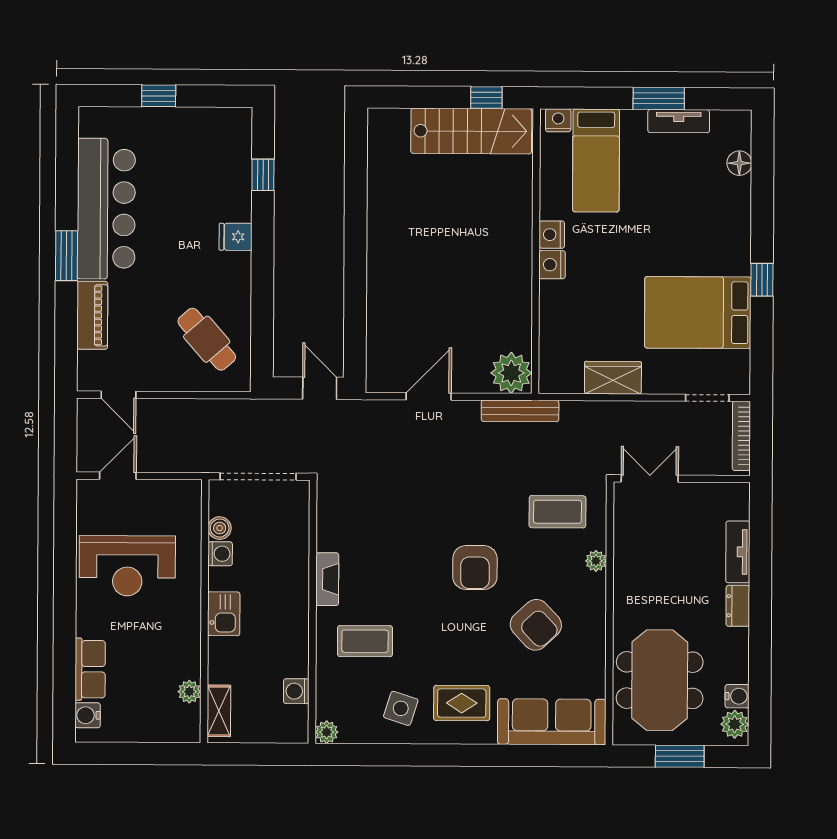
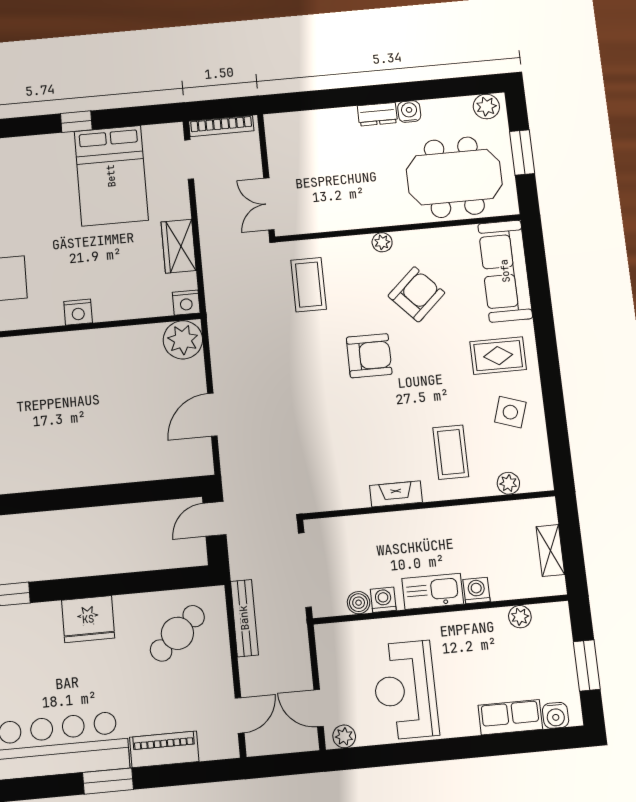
nightstand: (552, 235) -> (186, 303), moved
fridge: (236, 237) -> (88, 619), width x1.88, depth x1.34
door: (429, 396) -> (212, 415), hinge flipped
bench: (520, 411) -> (244, 618), moved
plant: (87, 499) -> (344, 736), added
tv unit: (738, 552) -> (328, 119), removed
plant: (596, 561) -> (382, 242), moved
reception desk: (127, 566) -> (405, 690), turned 180
kitchen sink: (224, 614) -> (433, 591), width x1.38
washing machine: (296, 691) -> (476, 591), moved, turned 180
water cooler: (737, 696) -> (409, 112), moved
rug: (462, 703) -> (498, 356), turned 90
shelving: (219, 711) -> (550, 550), moved, turned 90
plant: (327, 732) -> (508, 483), moved
window: (134, 753) -> (587, 665), added

